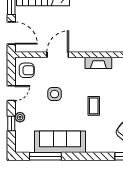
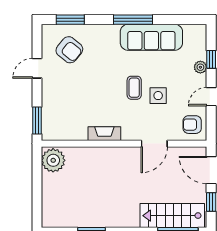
coffee table: (94, 106) -> (134, 88), moved
window: (45, 156) -> (133, 20), moved

